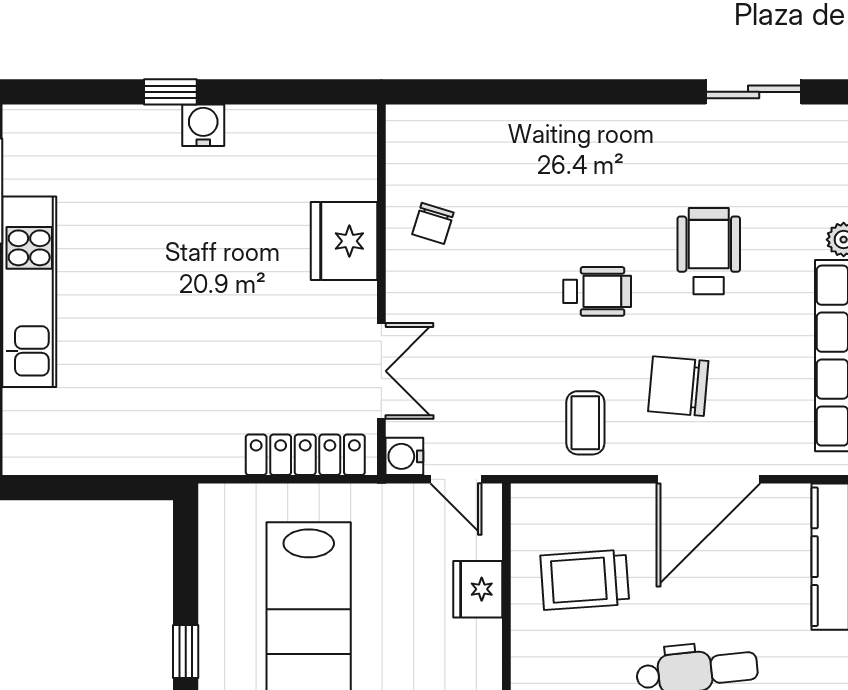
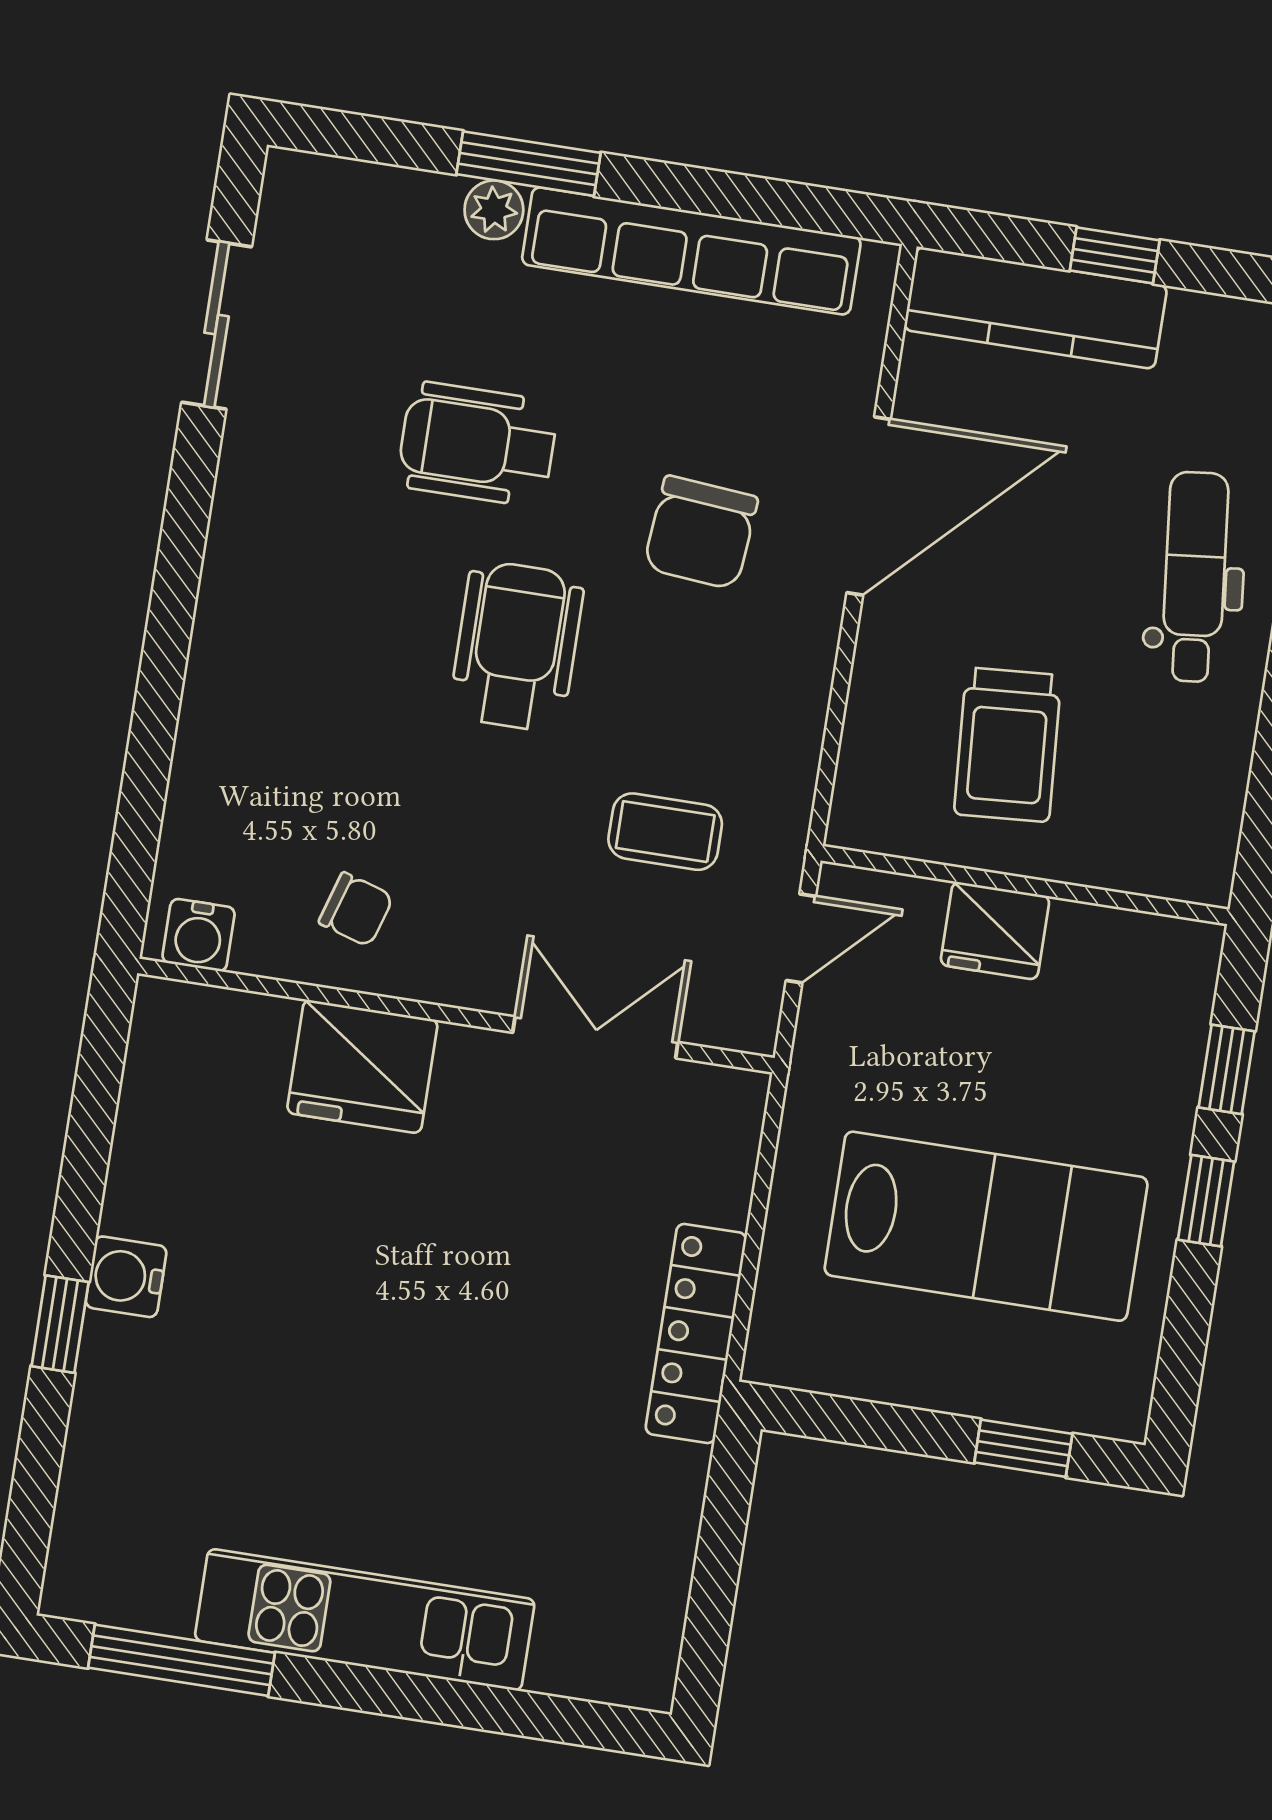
wheelchair: (597, 291) -> (517, 646), width x1.36, depth x1.37
coffee table: (585, 423) -> (665, 832), moved
locker: (305, 455) -> (696, 1333), moved
water cooler: (404, 456) -> (199, 935), moved
door: (708, 479) -> (869, 506), hinge flipped

